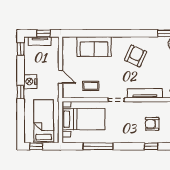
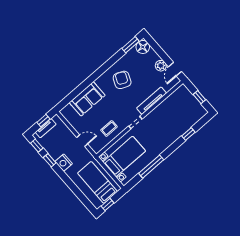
window: (21, 92) -> (50, 160), moved
armchair: (152, 124) -> (175, 118), removed

